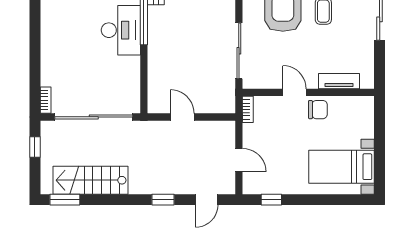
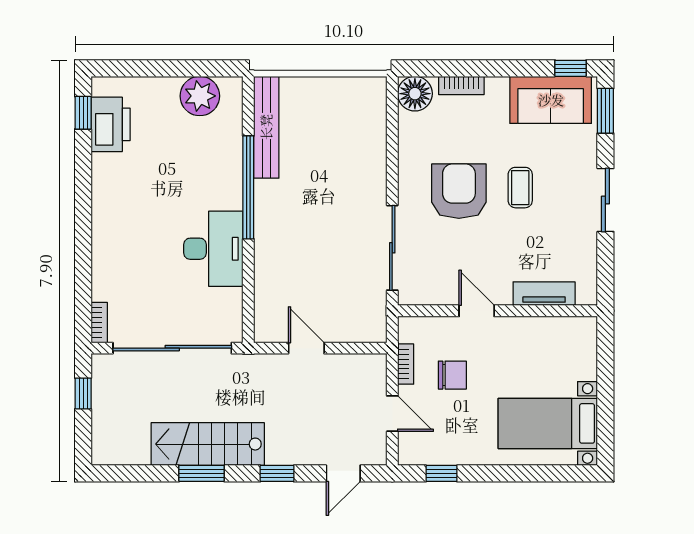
desk: (121, 30) -> (213, 249), moved
bookcase: (248, 109) -> (406, 364), moved
chair: (318, 110) -> (452, 375), moved
stairs: (91, 180) -> (208, 444), moved
window: (65, 200) -> (202, 473), moved

